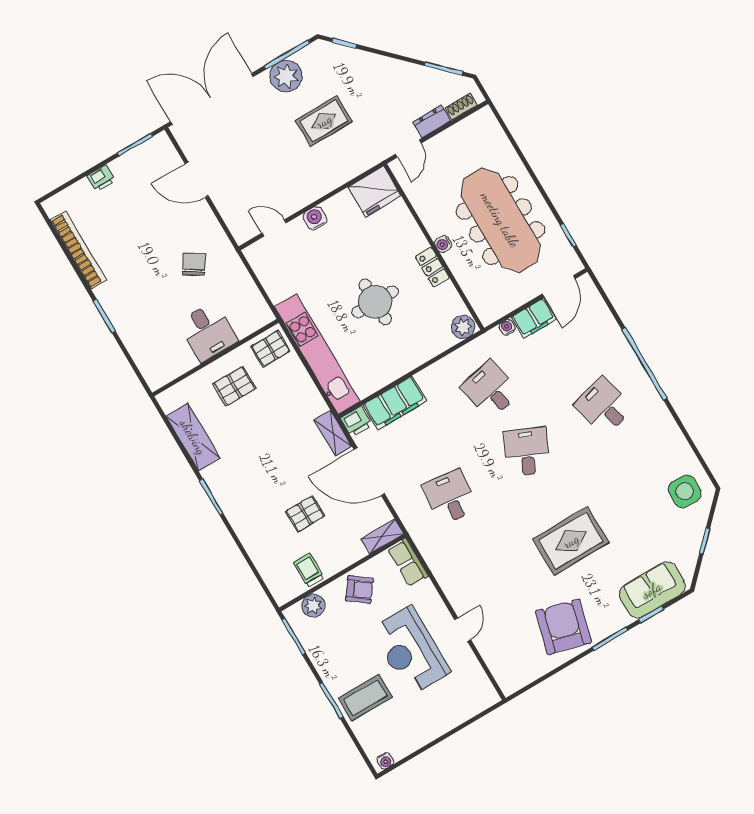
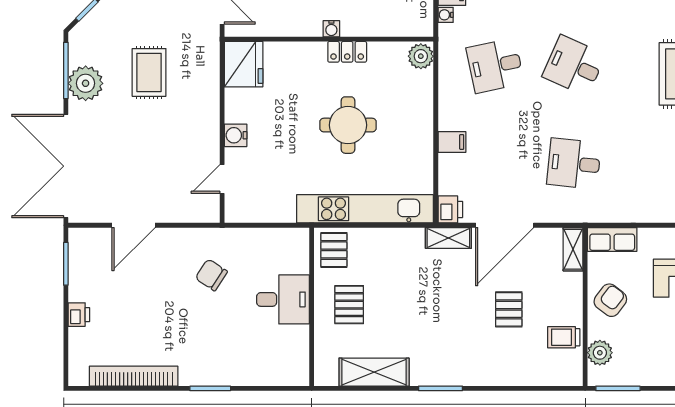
filing cabinet: (395, 403) -> (452, 142), width x0.33, depth x0.86

